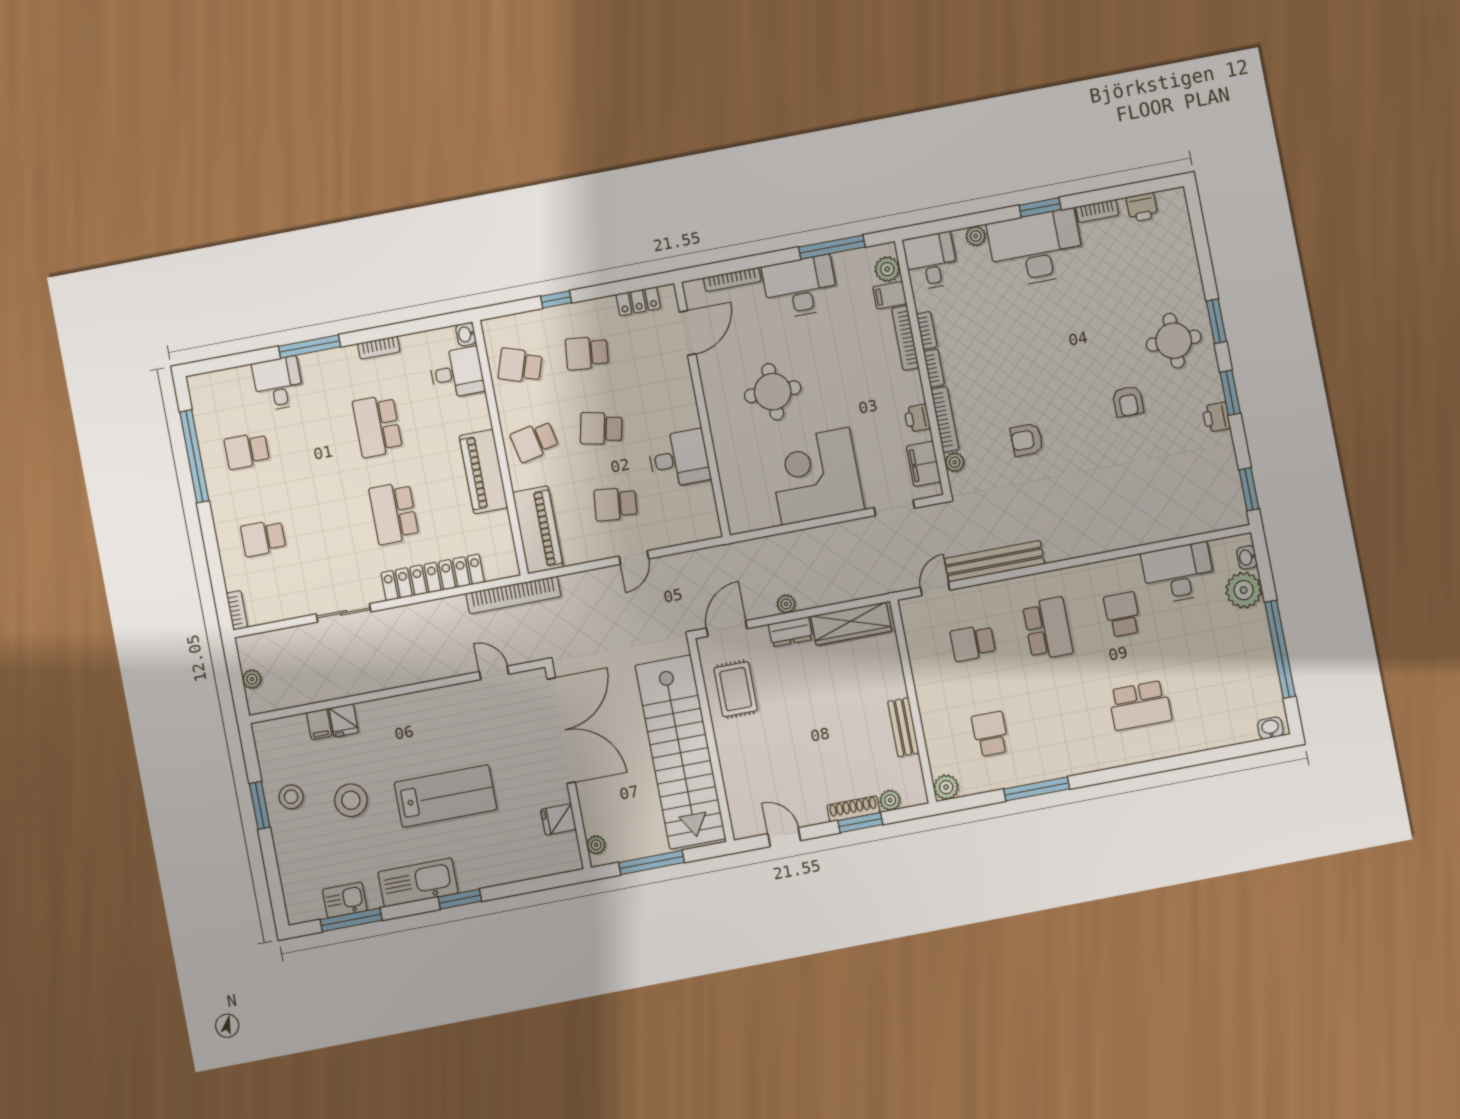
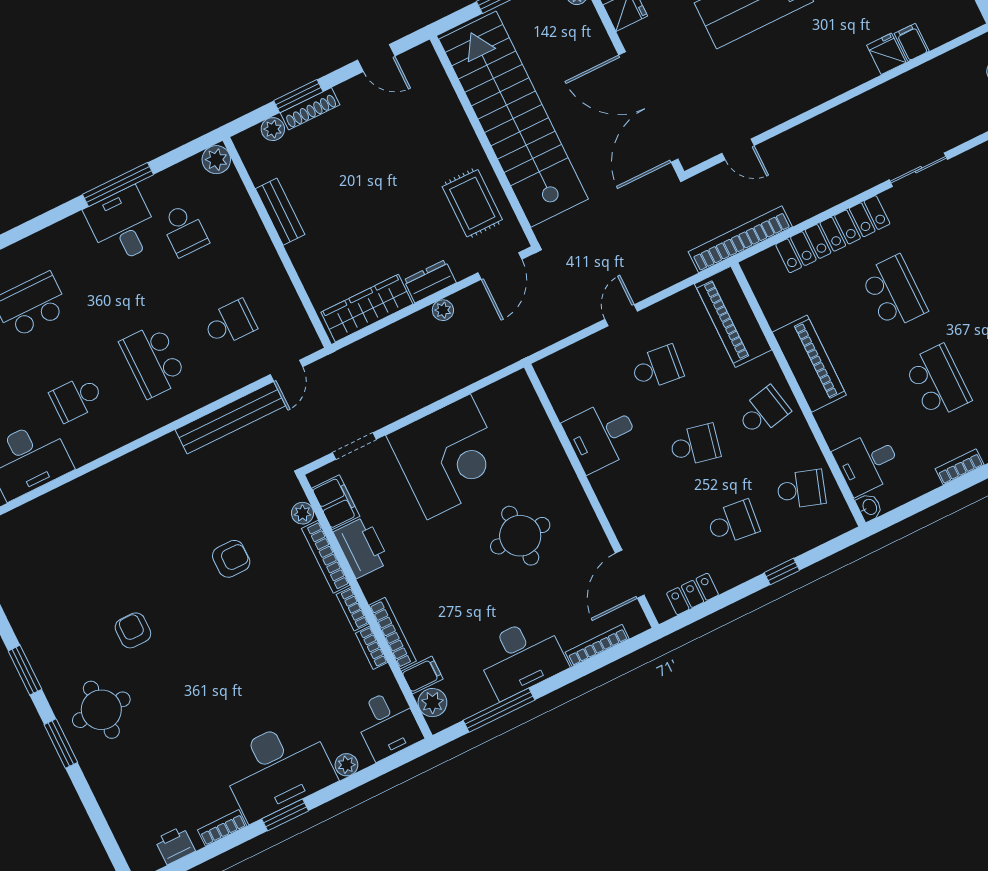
printer: (1216, 417) -> (33, 639), removed
printer: (917, 418) -> (362, 547), width x1.87, depth x1.48
school desk: (1122, 614) -> (77, 398), turned 90
desk: (1042, 753) -> (122, 225), added

